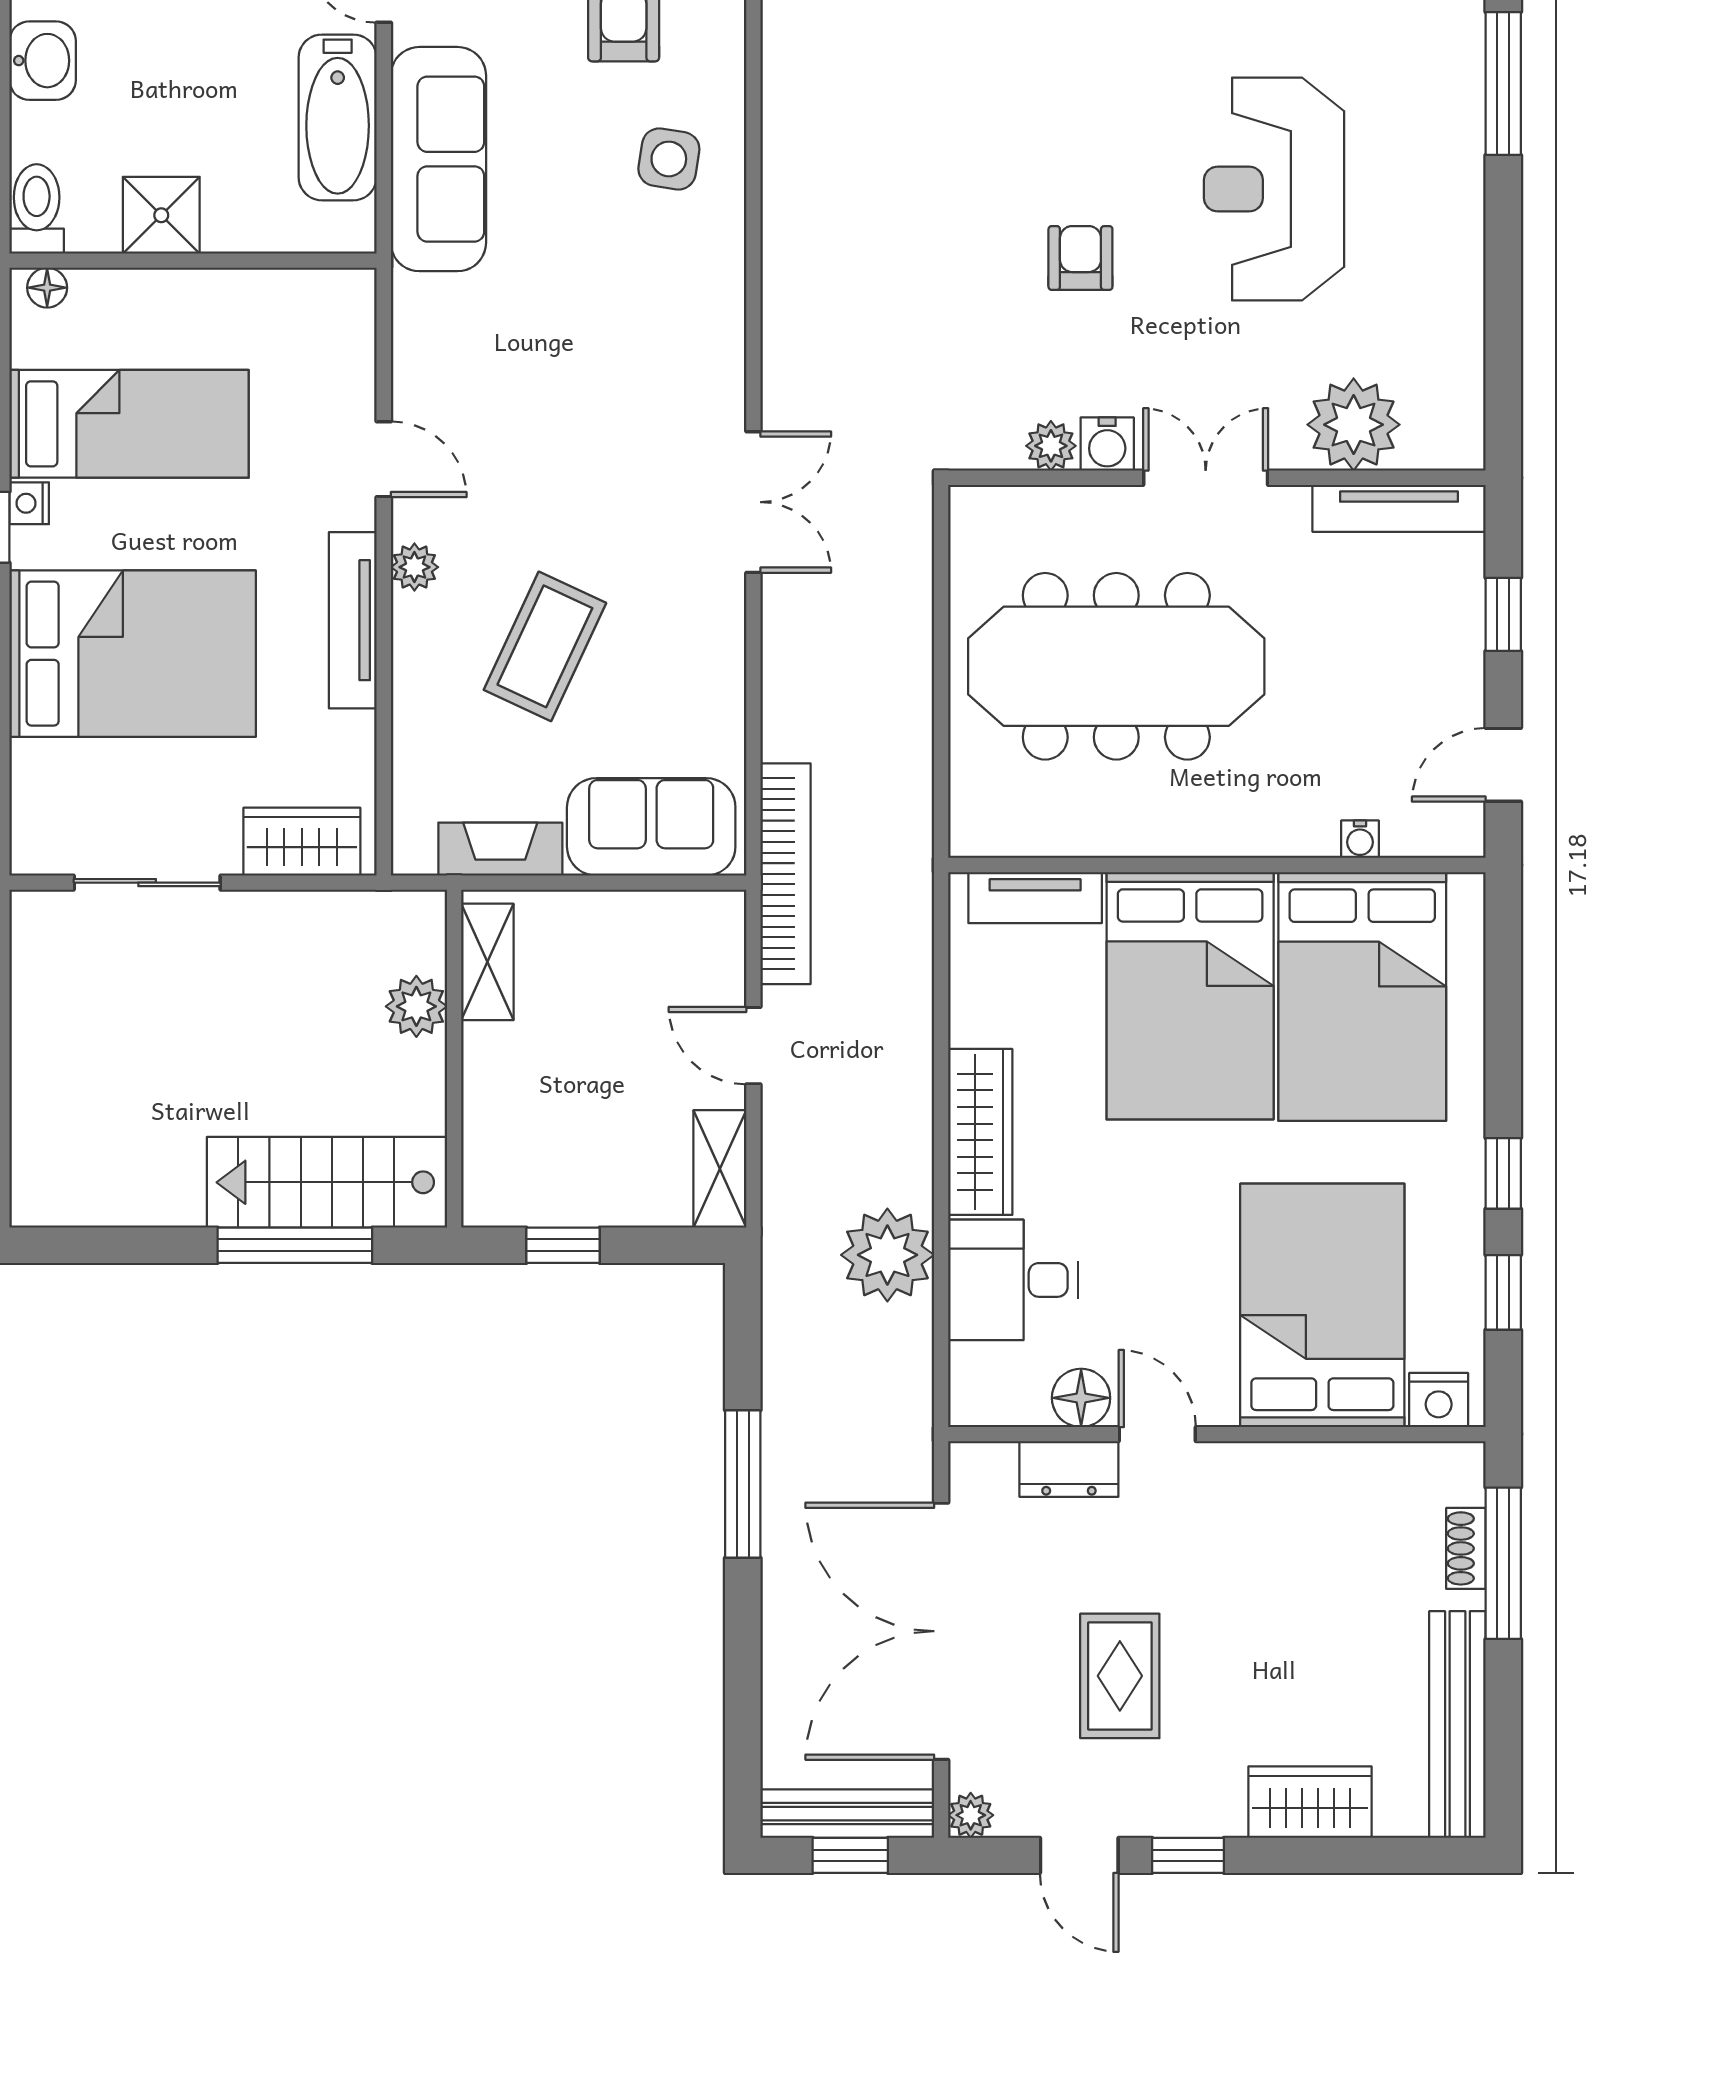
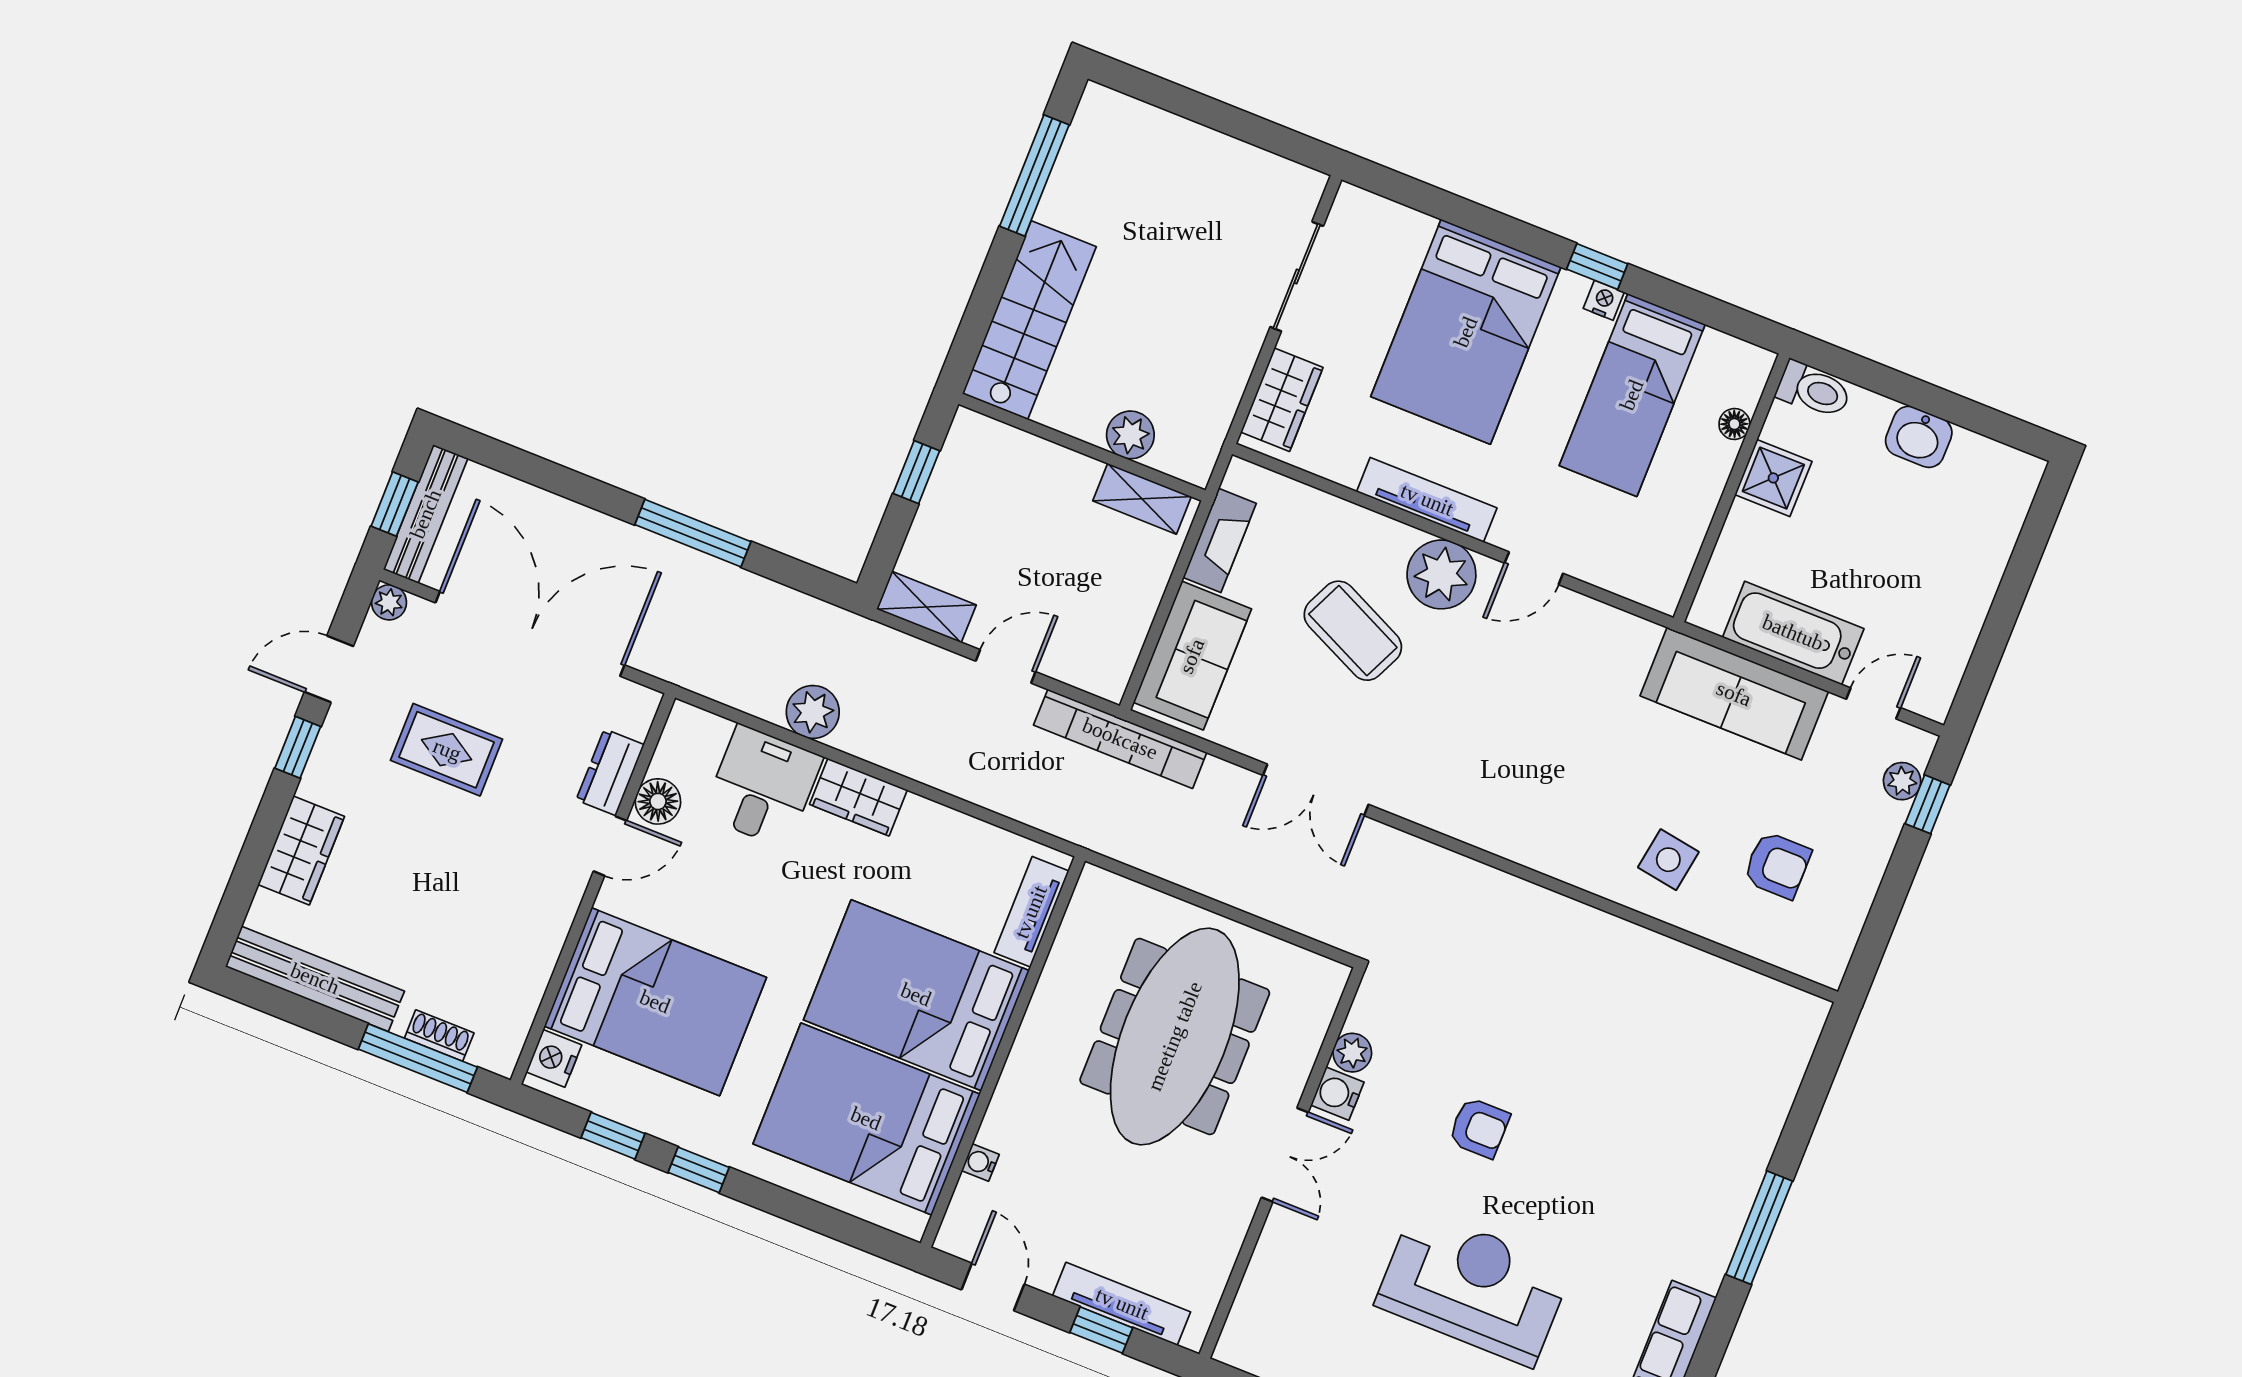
floor lamp: (47, 288) -> (1734, 424), moved
plant: (1354, 425) -> (1281, 1277), removed
double door: (753, 502) -> (1316, 790), moved
tv unit: (1399, 508) -> (1122, 1304), moved, turned 90
plant: (414, 567) -> (1441, 574), width x1.87, depth x1.87
wardrobe: (980, 1132) -> (858, 797), width x0.67
window: (295, 1245) -> (1034, 175), moved
plant: (887, 1255) -> (813, 712), width x0.73, depth x0.73

